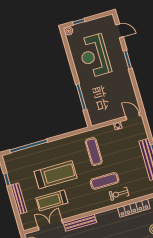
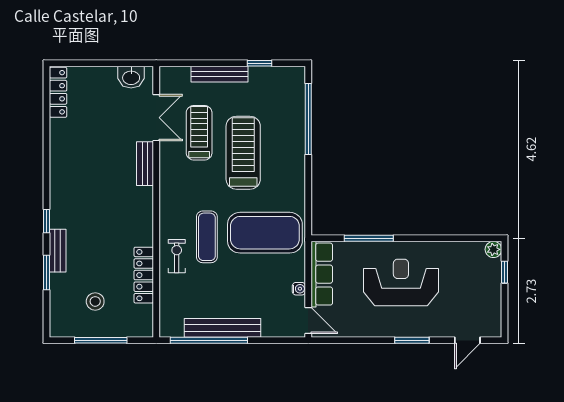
reception desk: (94, 56) -> (401, 282), moved
row of seats: (107, 116) -> (322, 274), added
door: (133, 116) -> (308, 320), hinge flipped
exercise mat: (94, 152) -> (265, 233), width x2.00, depth x1.45
treadmill: (56, 175) -> (243, 153), turned 180
bench: (80, 223) -> (145, 164), width x0.73

